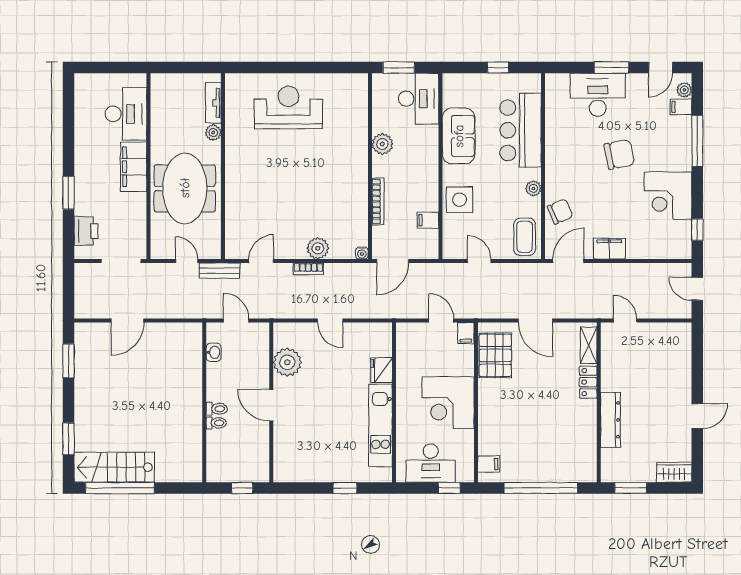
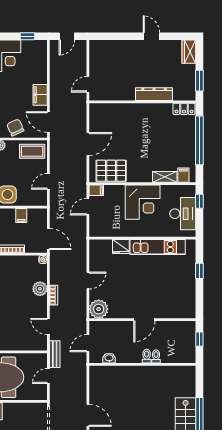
shelving: (589, 345) -> (165, 177), moved
plant: (287, 362) -> (99, 309), moved
locker: (588, 382) -> (184, 109), moved

